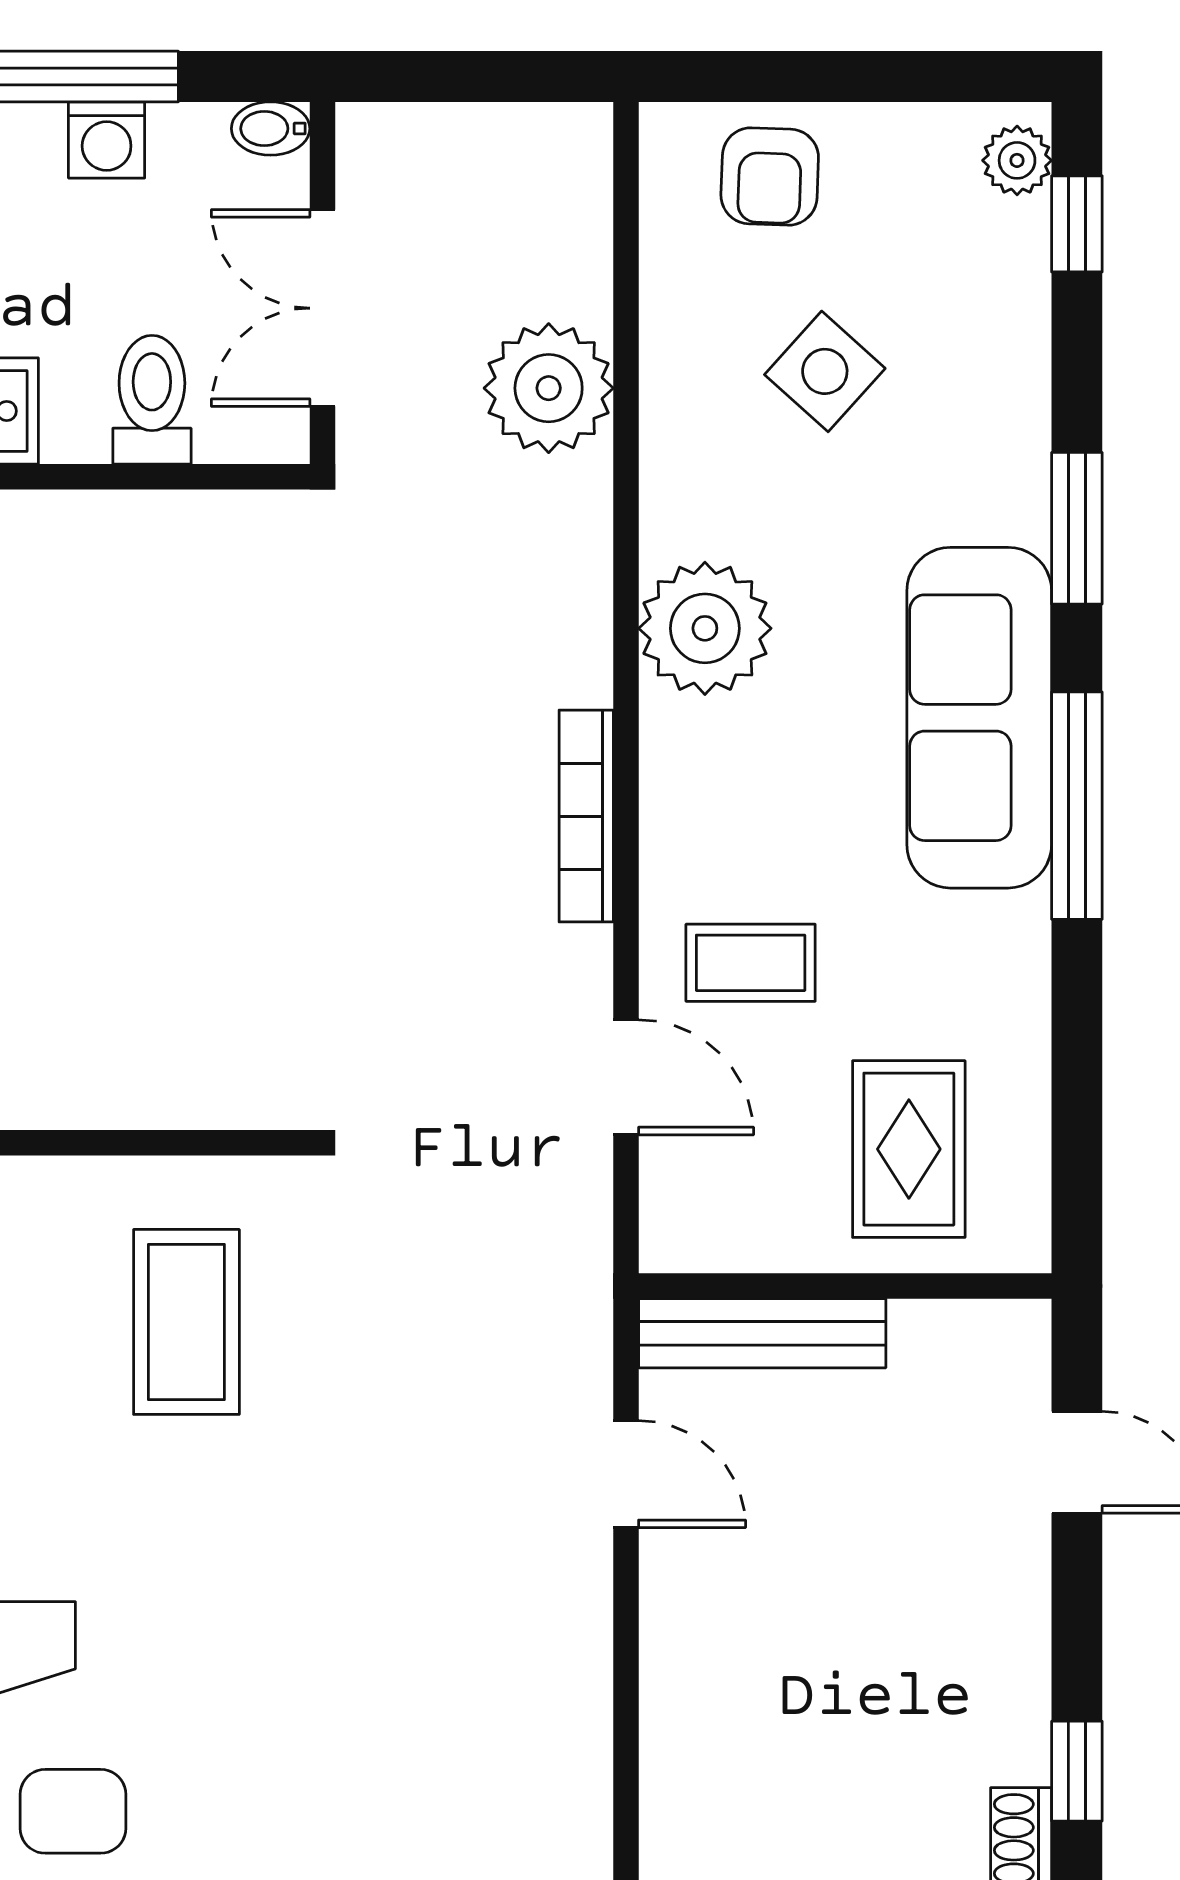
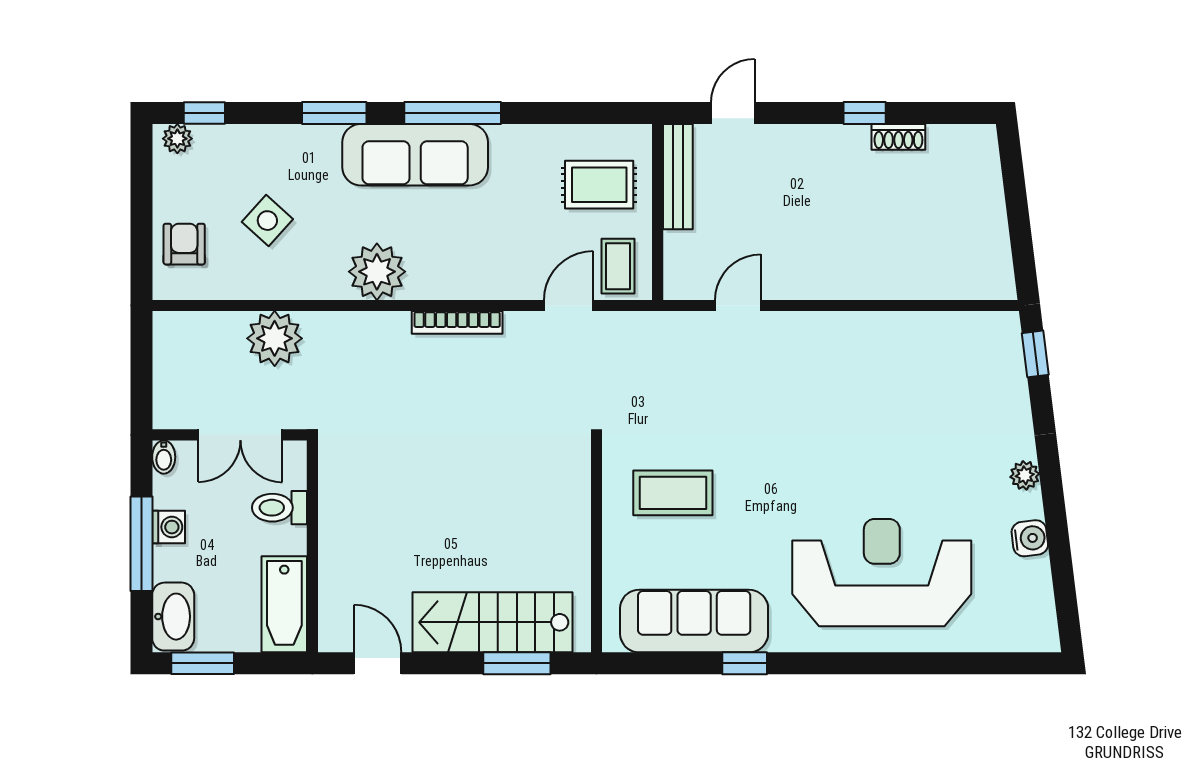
armchair: (770, 176) -> (184, 244), turned -92
coffee table: (751, 963) -> (618, 266), moved
bench: (762, 1333) -> (678, 177), moved

